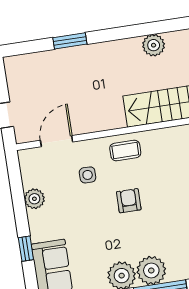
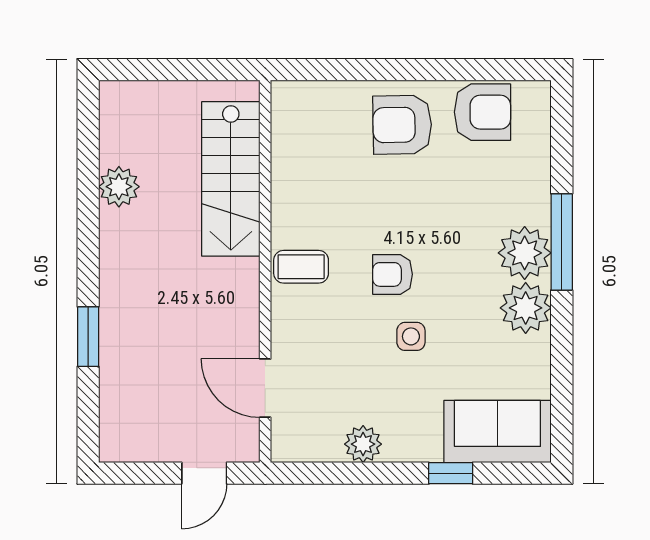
coffee table: (125, 151) -> (301, 267), turned 90
side table: (88, 175) -> (411, 336), moved

